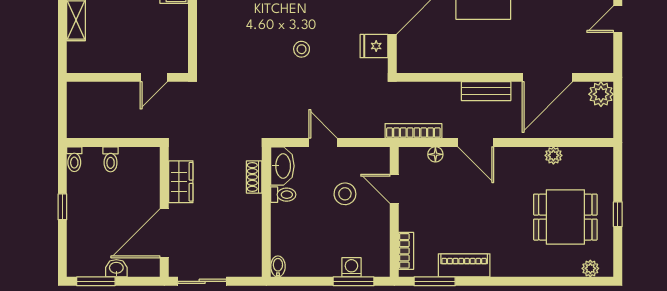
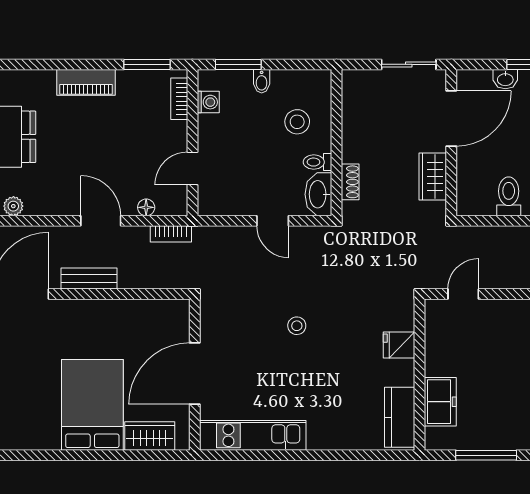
fridge: (374, 46) -> (399, 345), moved, turned 180
bookcase: (413, 131) -> (171, 234), width x0.64
toilet: (111, 159) -> (509, 196), width x1.37, depth x1.39
door: (394, 189) -> (192, 169), swing flipped
stool: (345, 194) -> (297, 122), moved
piano: (464, 265) -> (86, 82), moved
bidet: (278, 266) -> (262, 81), moved
washing machine: (351, 267) -> (208, 102), moved, turned -90

